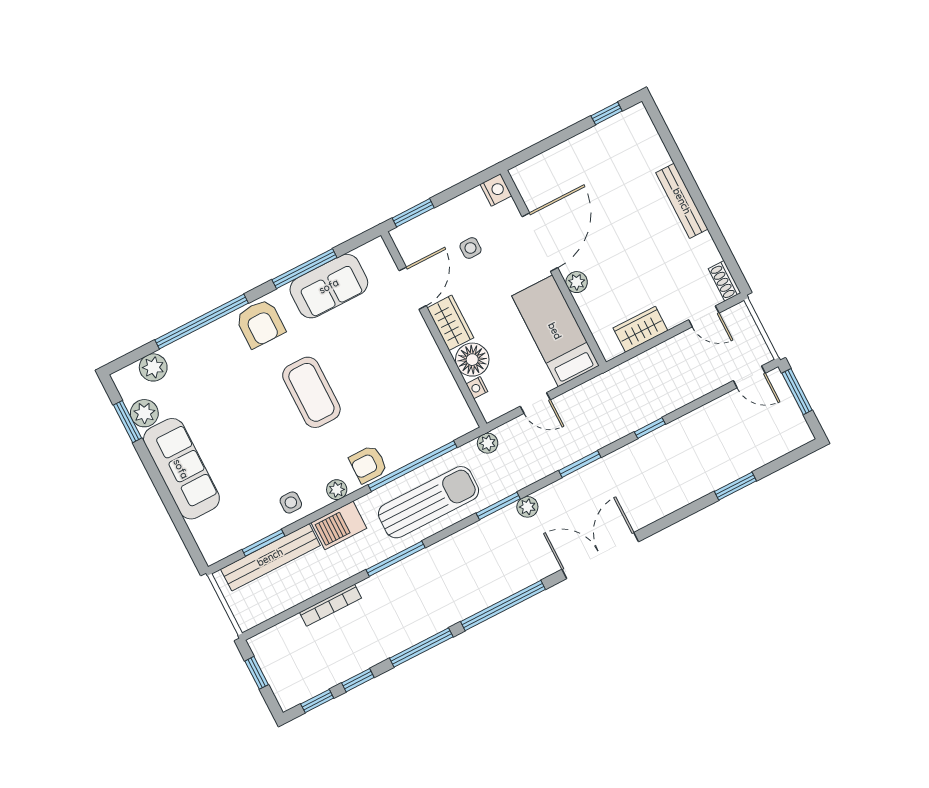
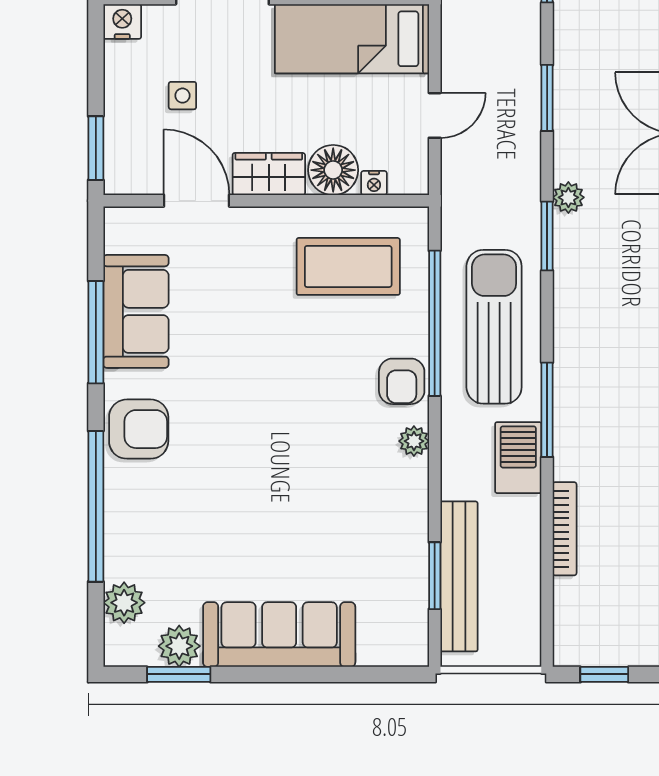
coffee table: (311, 392) -> (348, 266), moved
plant: (488, 443) -> (456, 207), removed
side table: (291, 502) -> (400, 511), removed
barbecue: (339, 525) -> (518, 458), moved, turned 180

